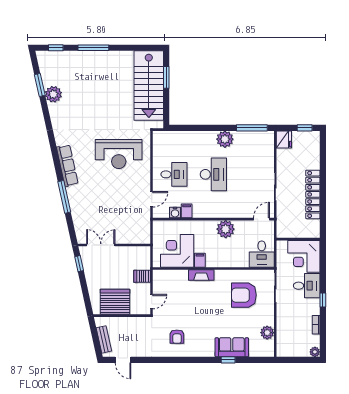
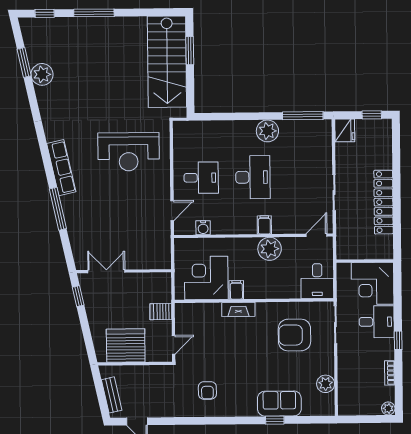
filing cabinet: (187, 211) -> (264, 225), moved

